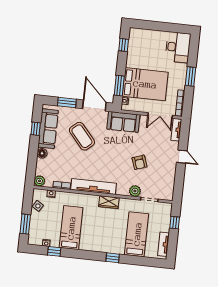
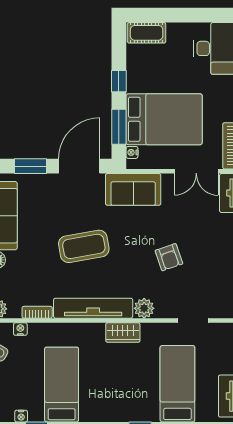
cot: (141, 34) -> (147, 33), added
window: (124, 45) -> (119, 81), moved
door: (94, 105) -> (79, 166), hinge flipped
coffee table: (82, 136) -> (84, 246), moved, turned -59
plant: (135, 191) -> (144, 308), moved

